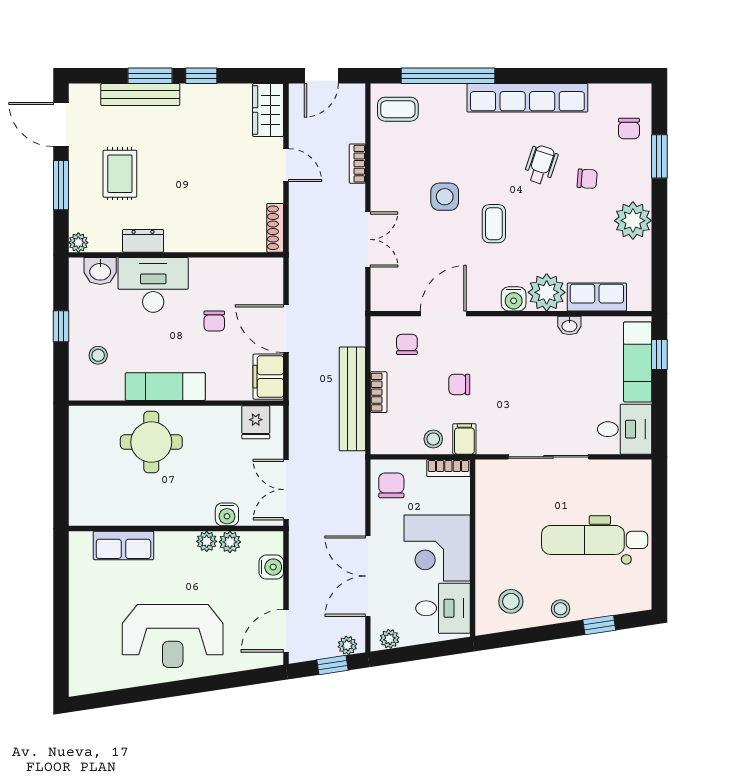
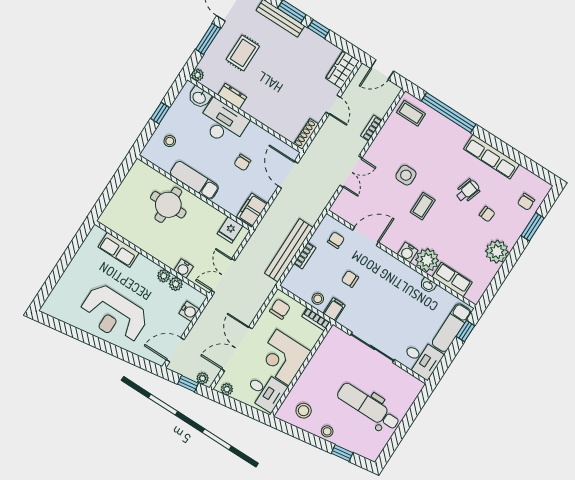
row of seats: (527, 98) -> (492, 157), width x0.73
door: (286, 329) -> (288, 175), moved

